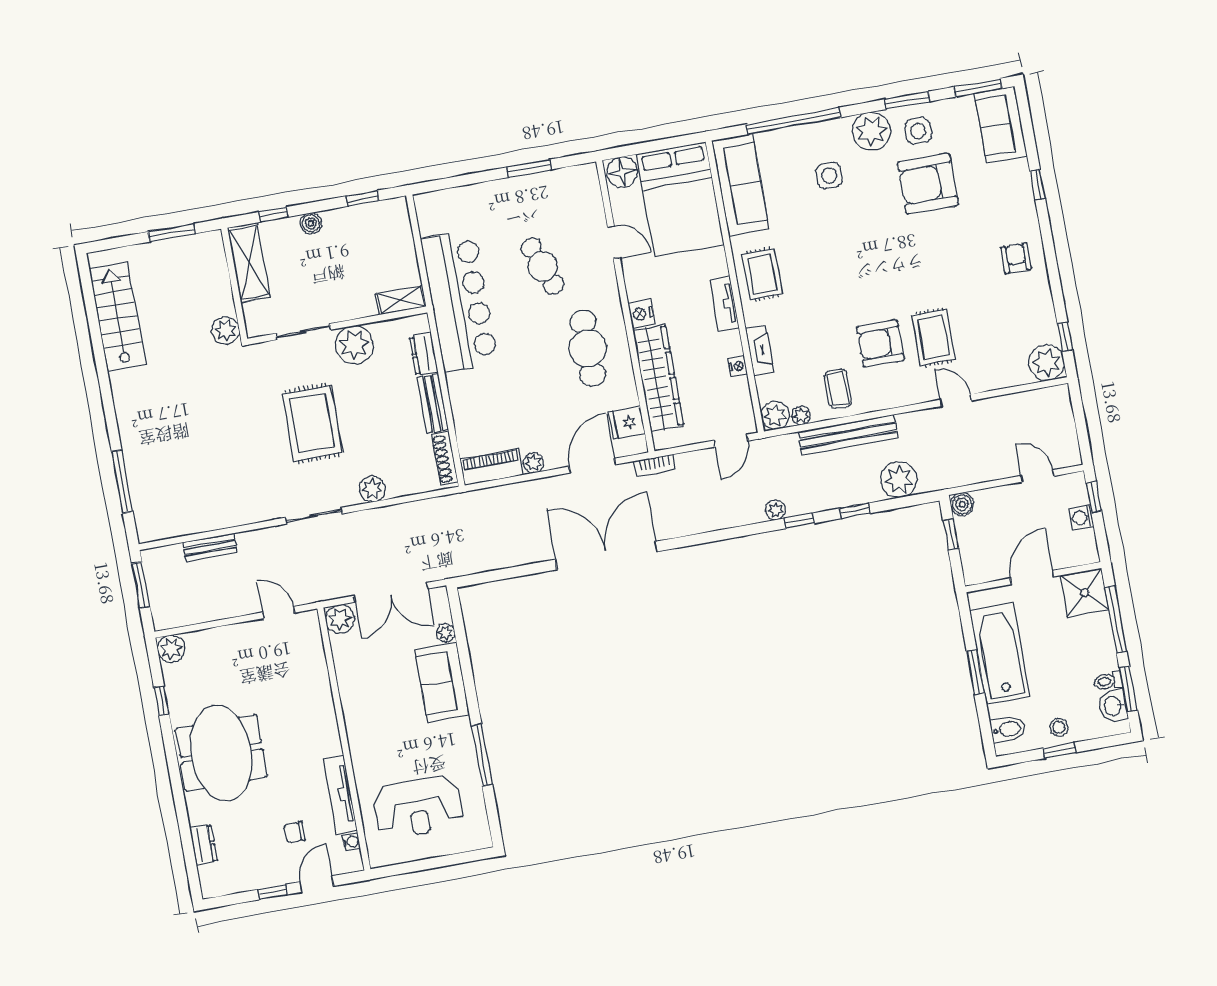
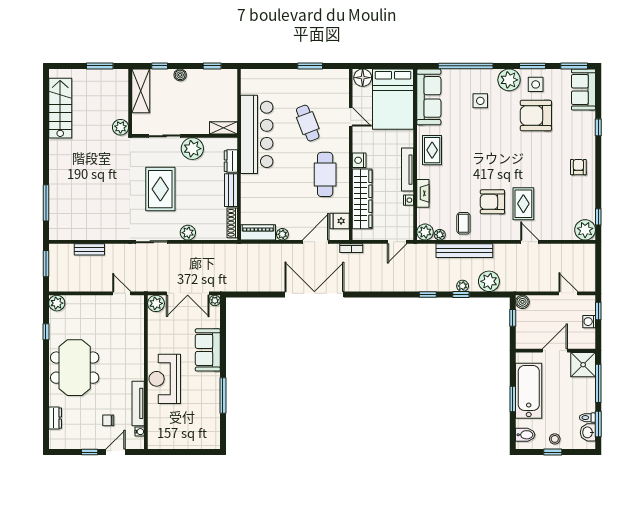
tv unit: (725, 304) -> (408, 170), width x1.41
plant: (776, 510) -> (463, 286), moved
plant: (445, 633) -> (215, 300), moved
reception desk: (418, 807) -> (165, 379), moved, turned 90

